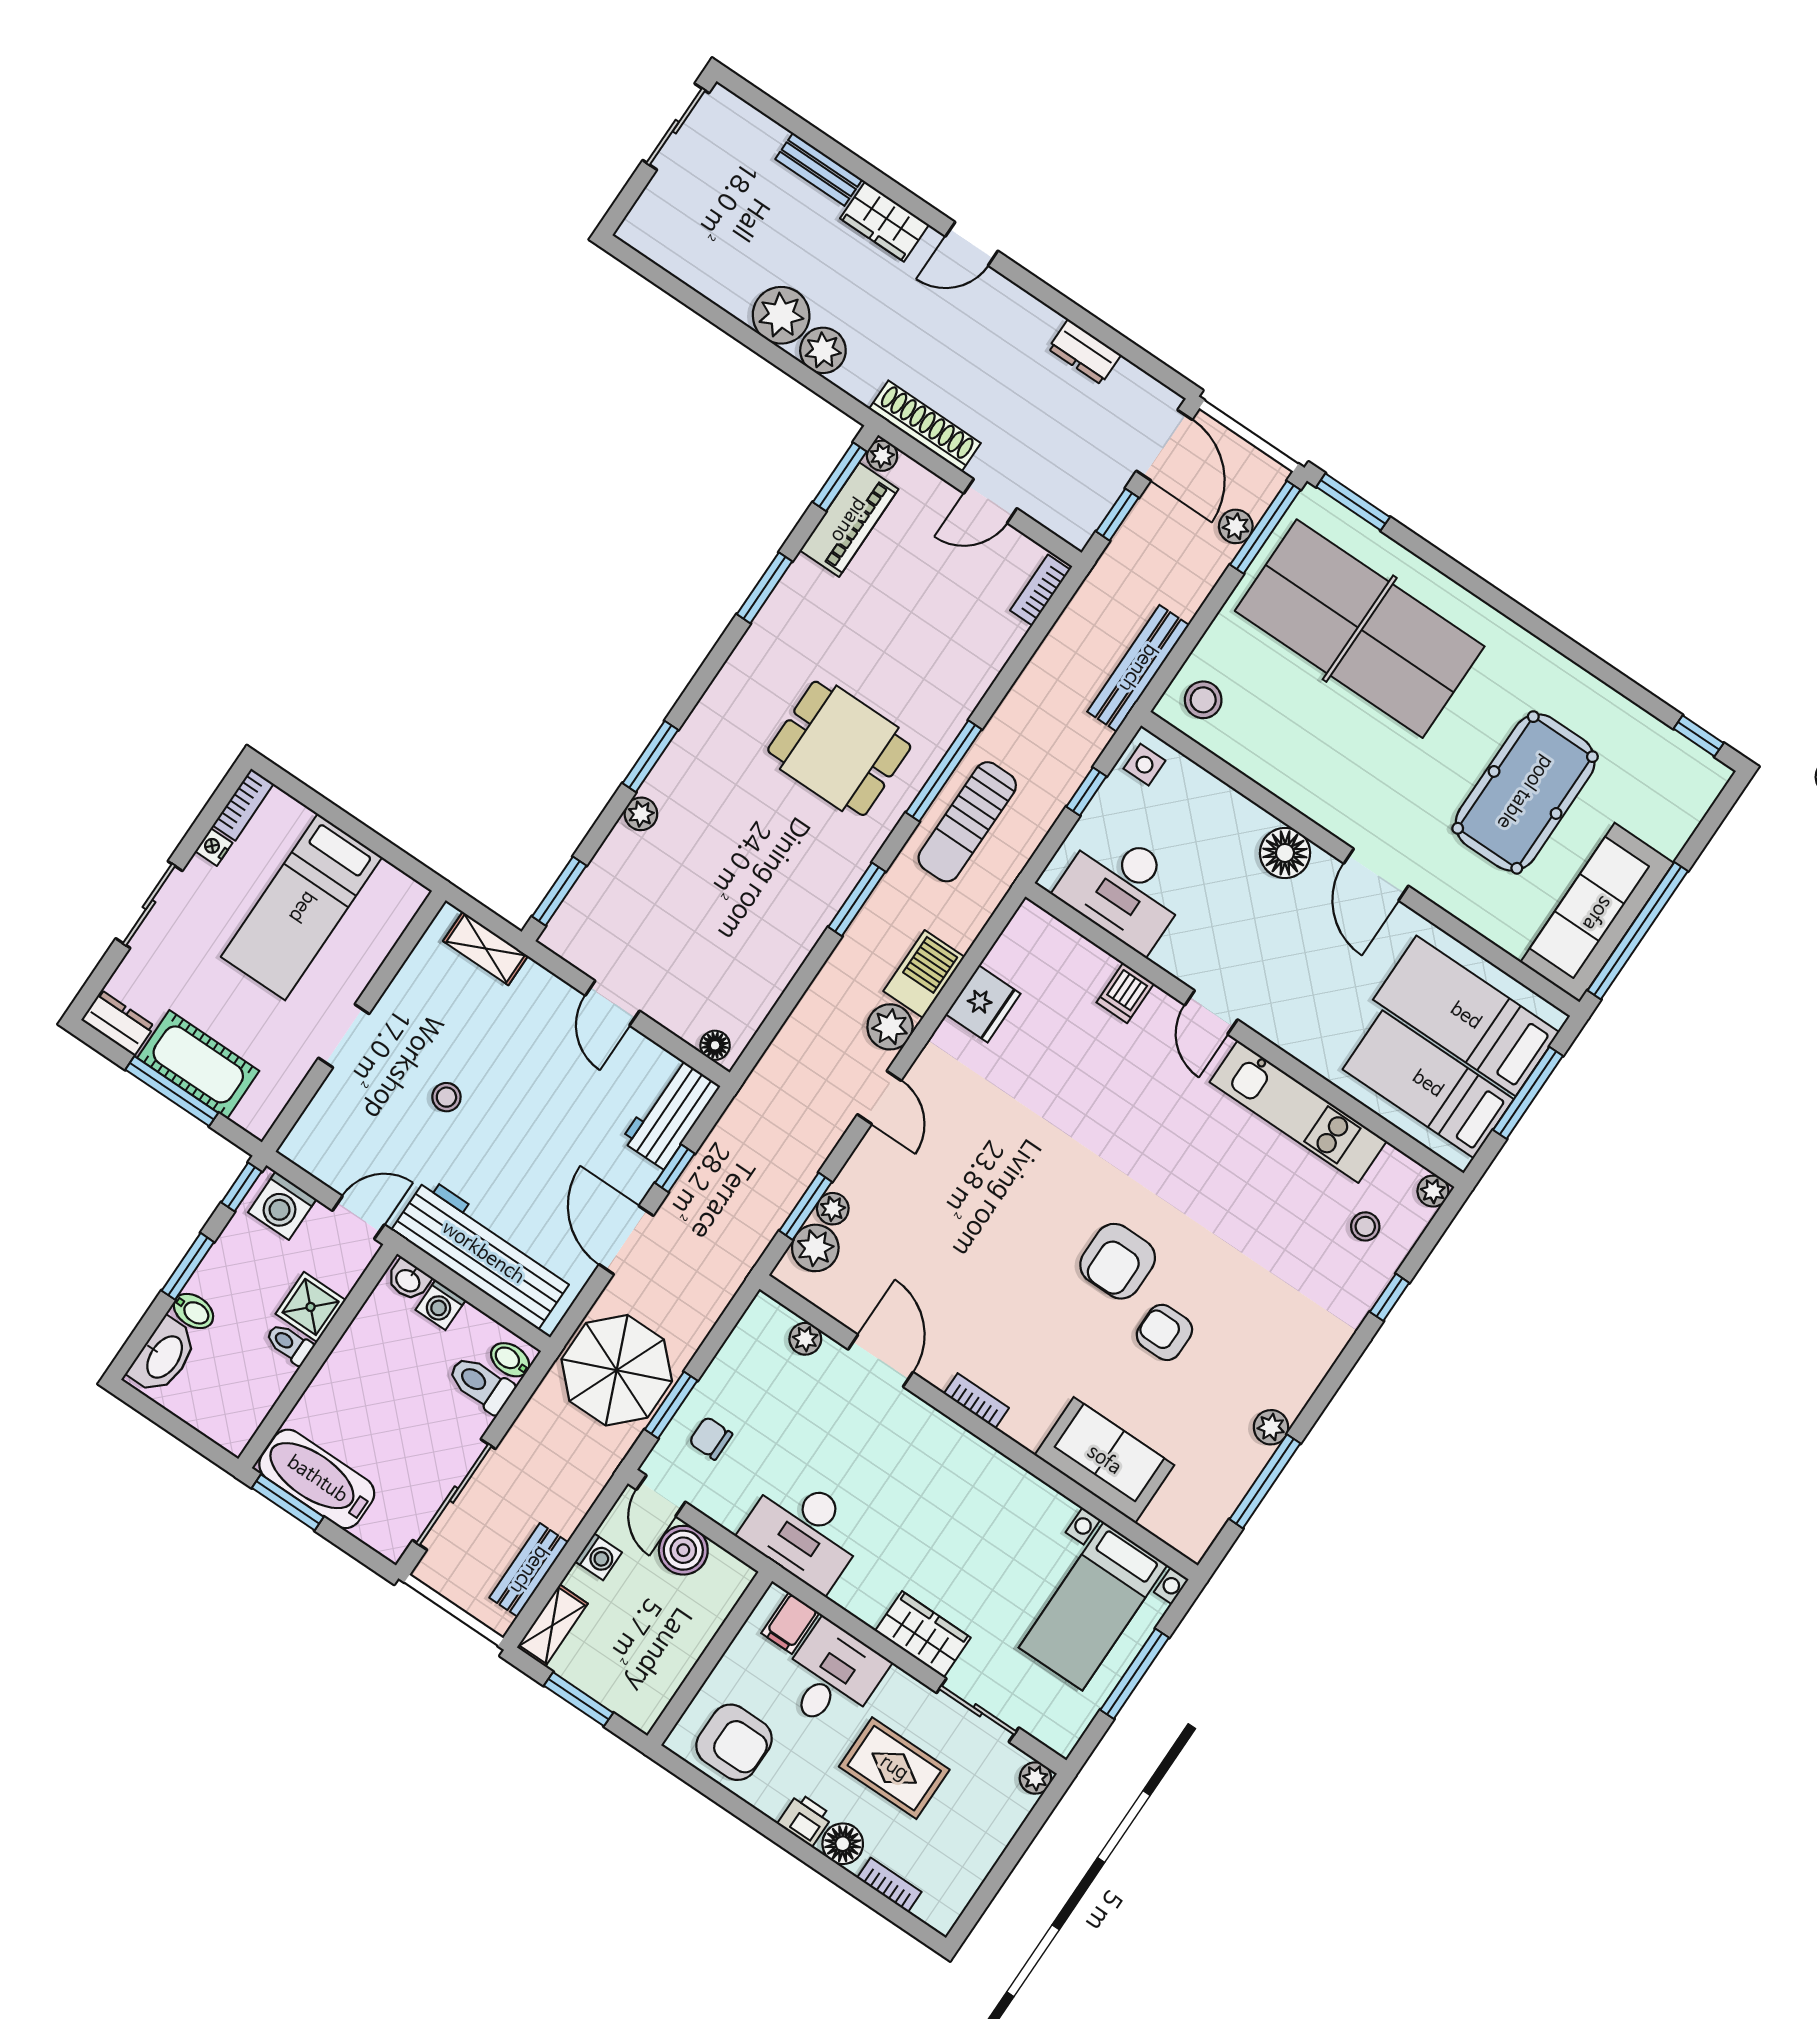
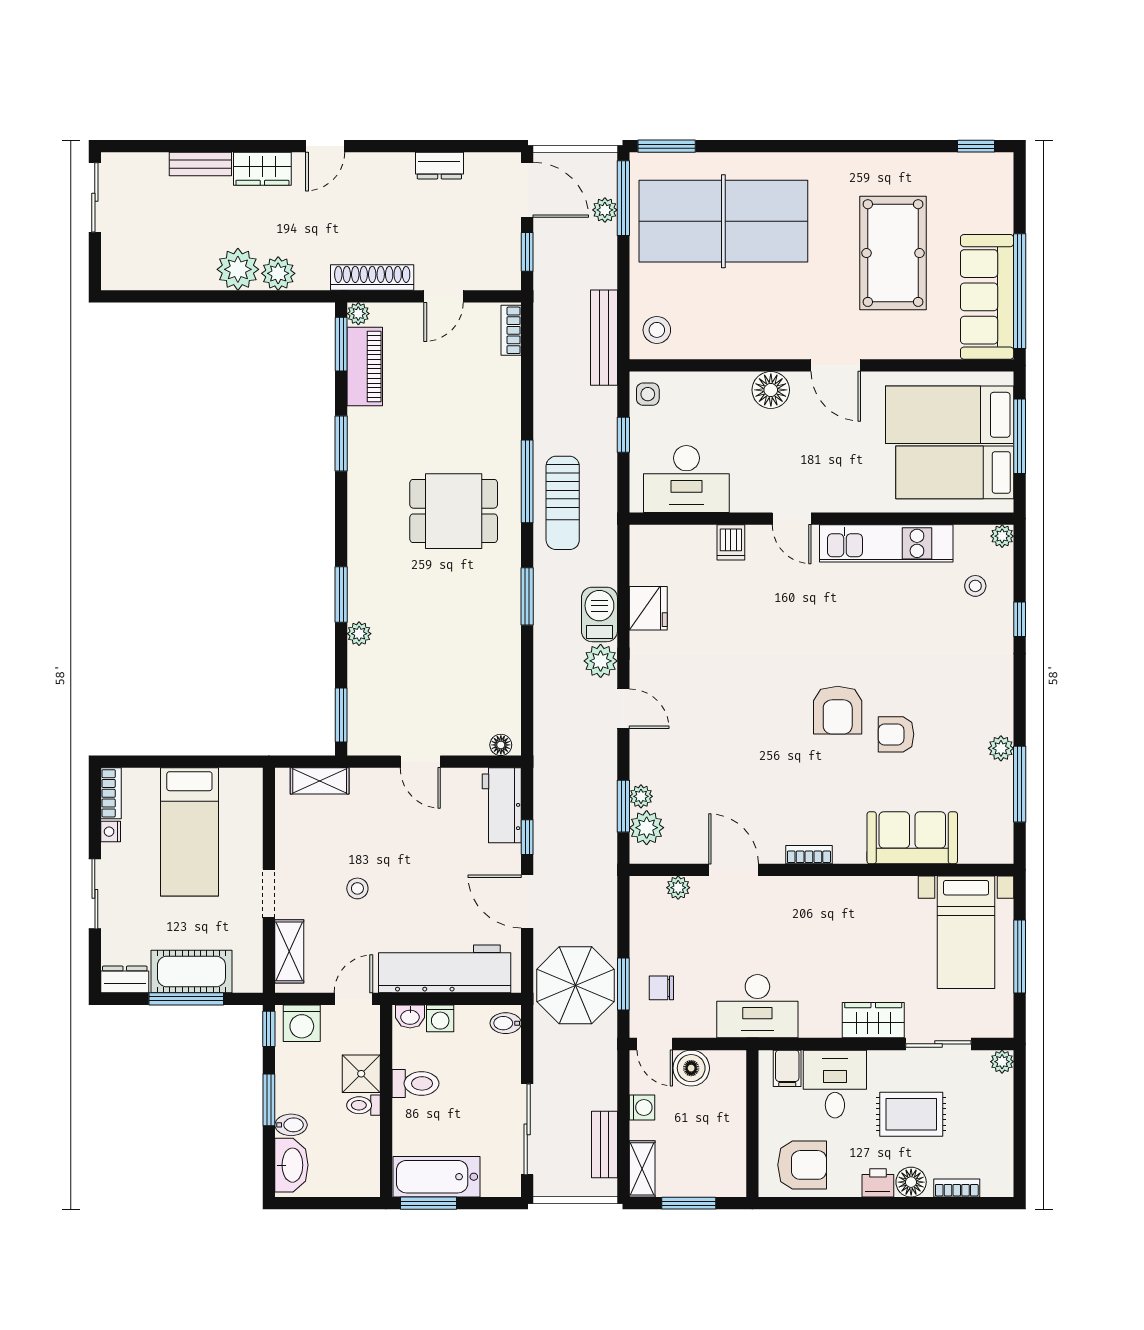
shelving: (323, 1116) -> (289, 951), added
toilet: (481, 1384) -> (415, 1083), moved, turned 180

